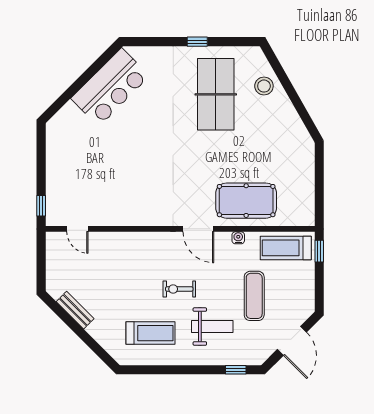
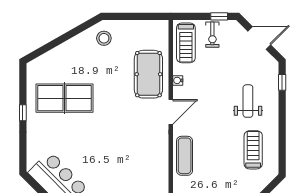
stool: (264, 86) -> (104, 38), moved
window: (319, 251) -> (219, 16), moved
exercise bike: (179, 289) -> (212, 35), moved
exercise mat: (254, 296) -> (185, 156), moved, turned 90

